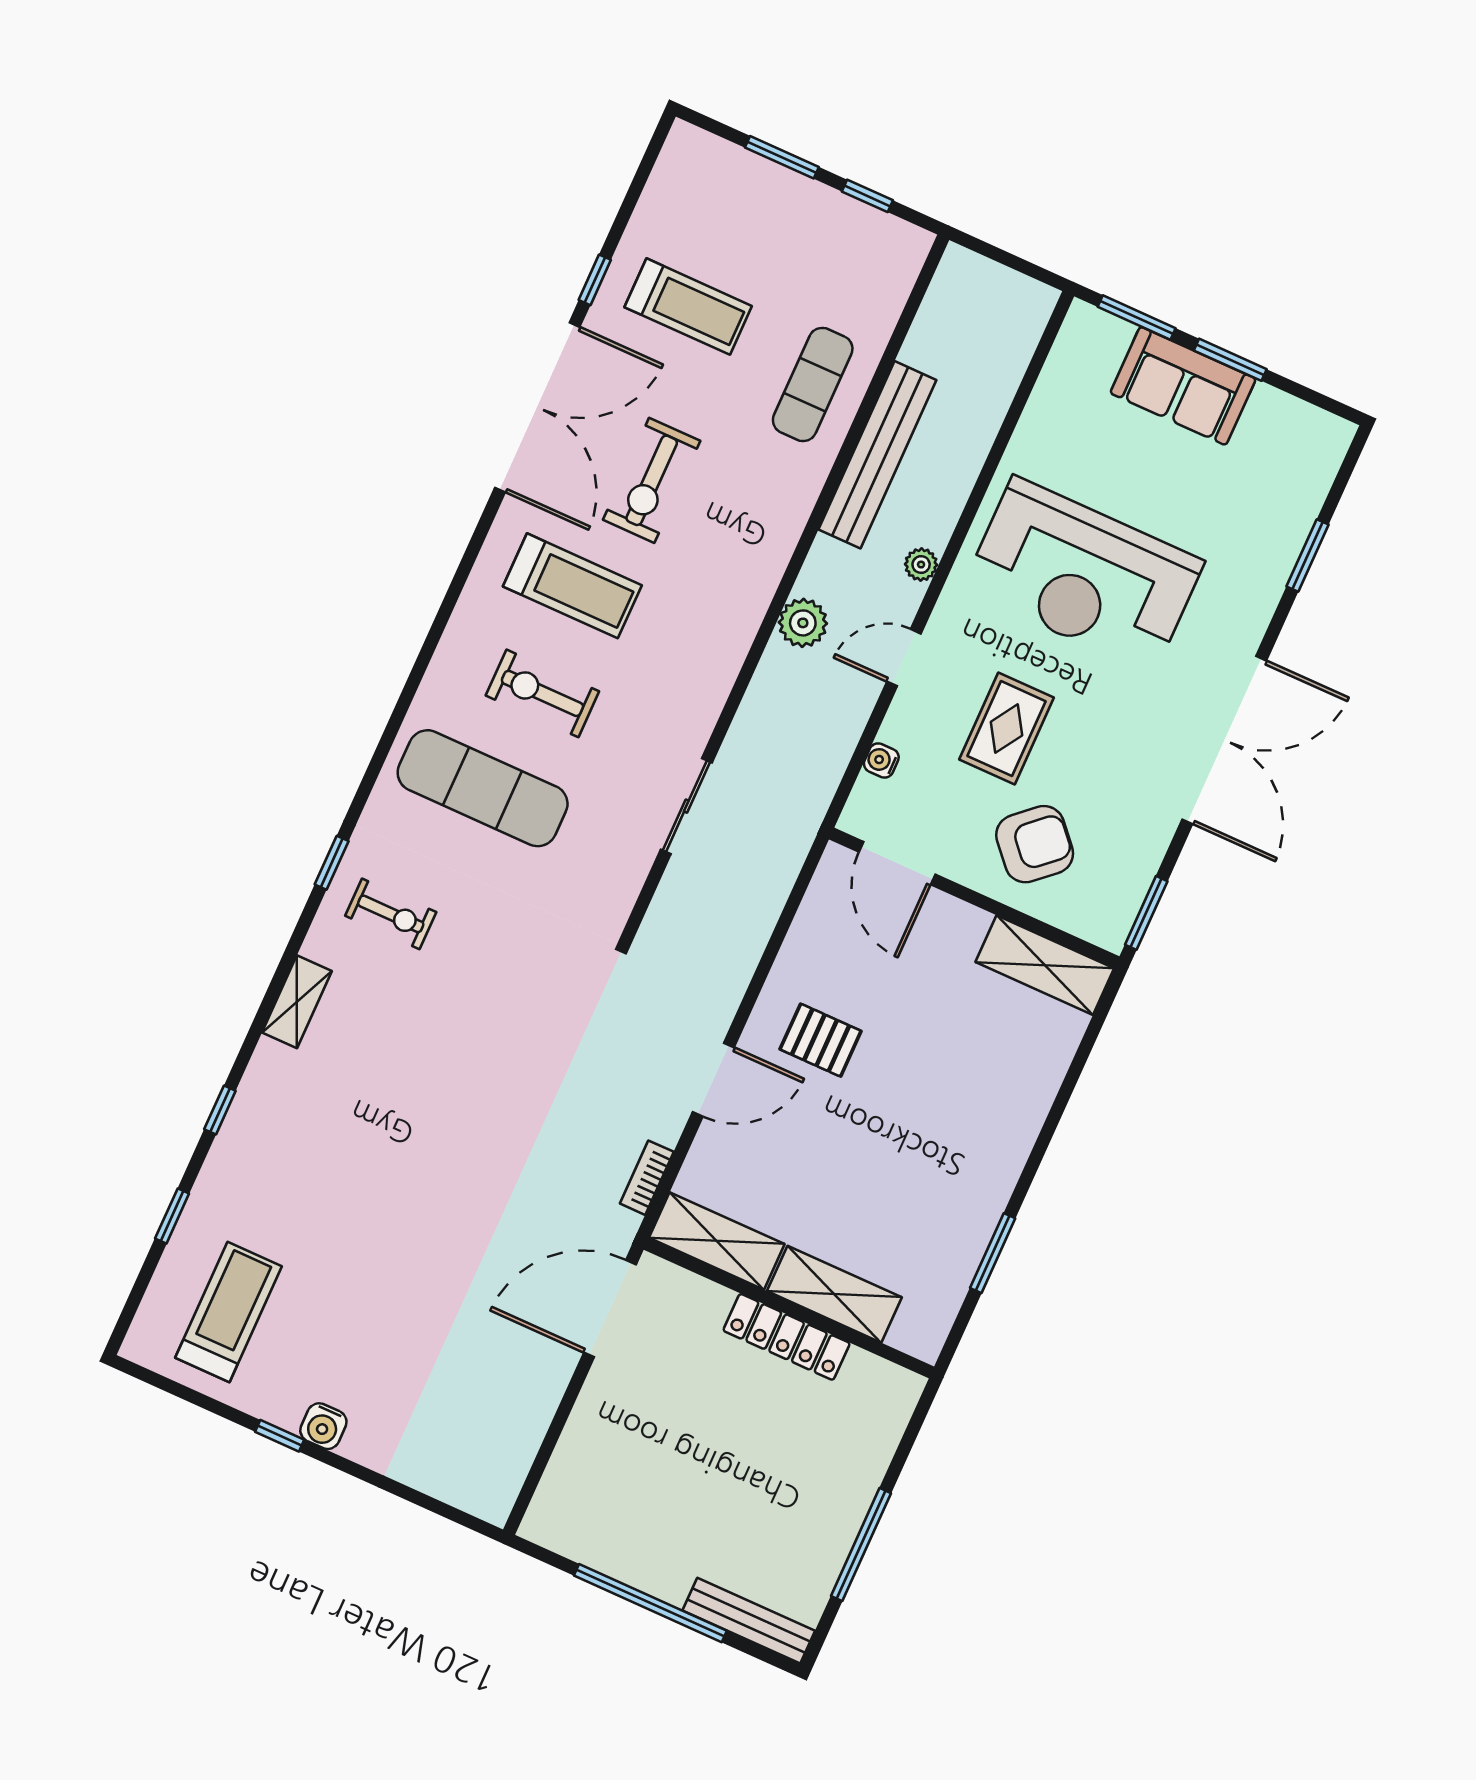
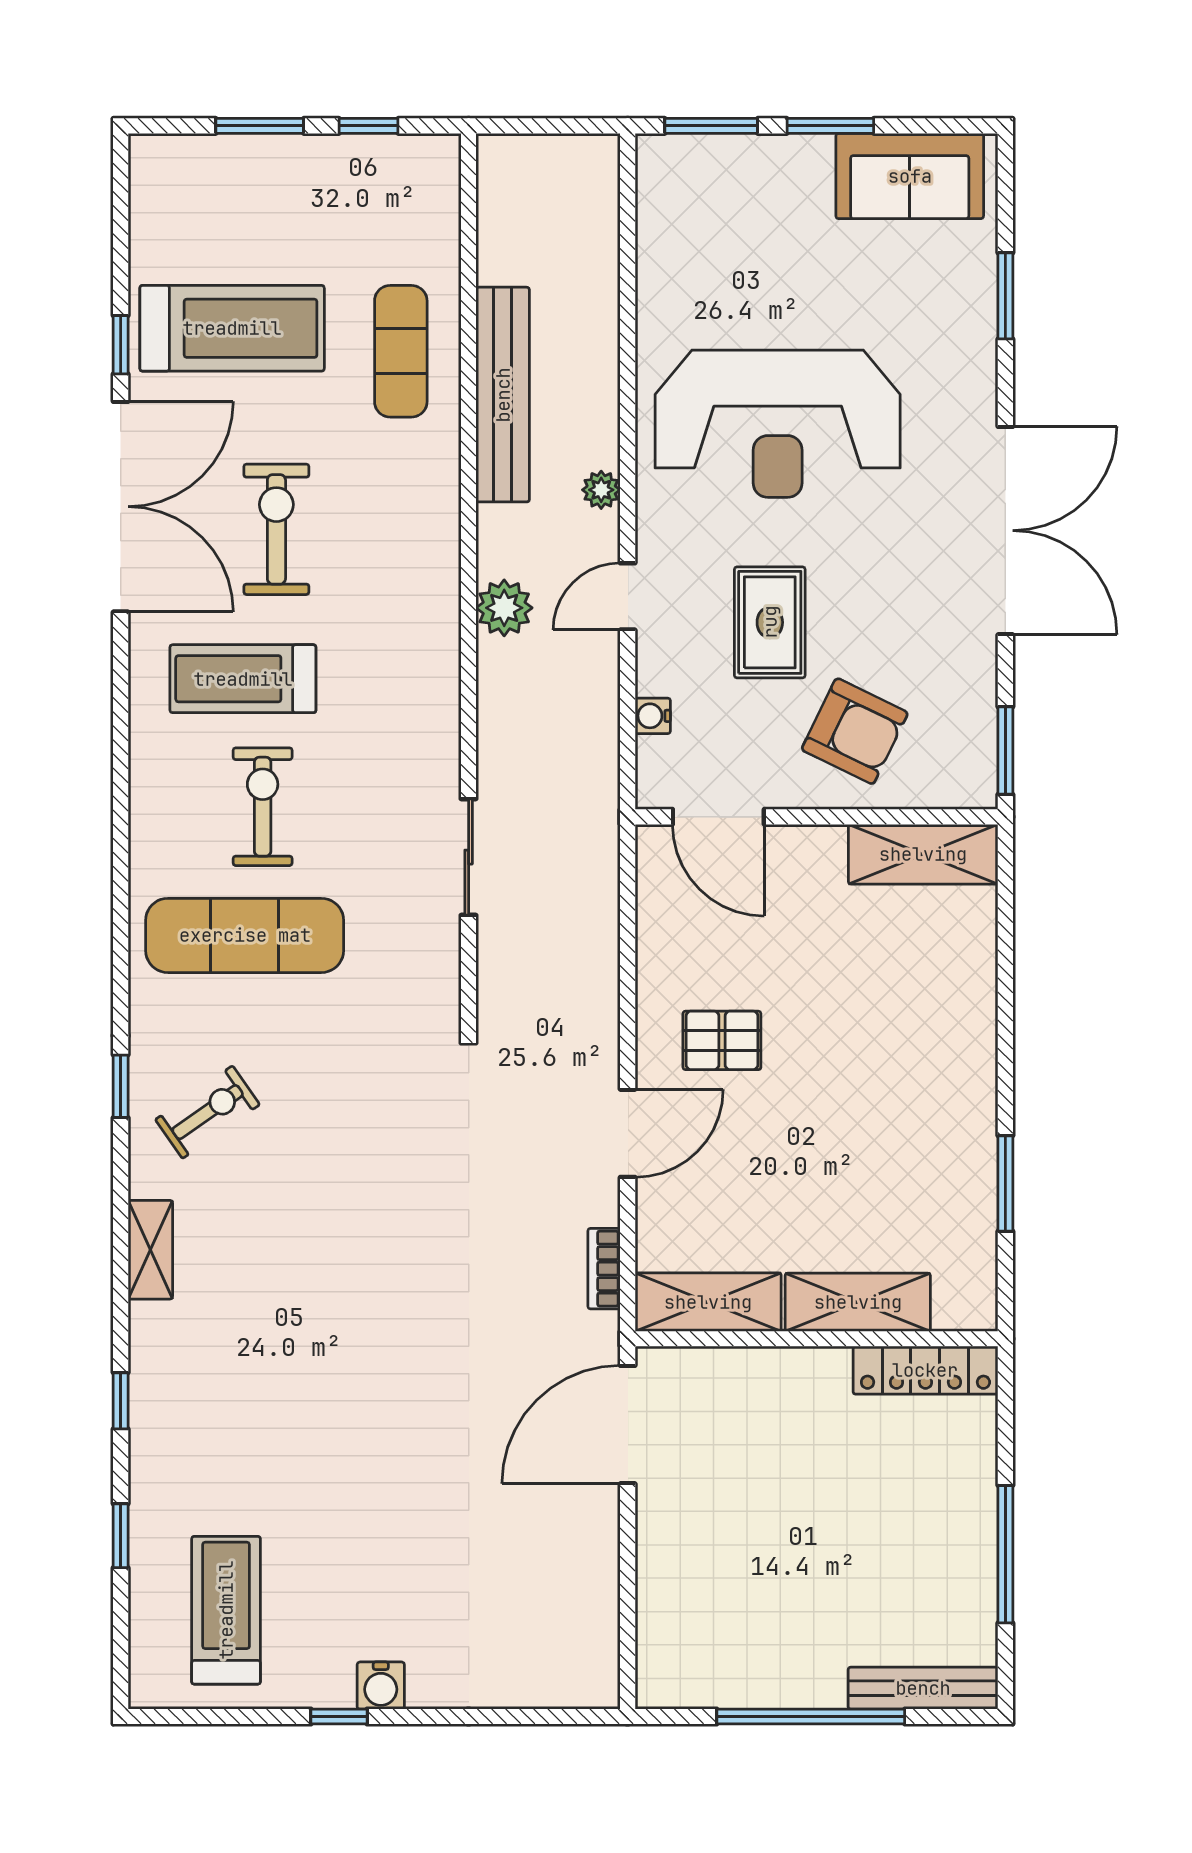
treadmill: (688, 307) -> (232, 328), width x1.37, depth x1.38
sofa: (1183, 386) -> (910, 176), moved
exercise bike: (652, 480) -> (276, 529), turned 180
treadmill: (572, 586) -> (243, 679), turned 180
exercise bike: (542, 693) -> (263, 807), turned 90
armchair: (1035, 844) -> (855, 731), turned 68
exercise bike: (391, 914) -> (208, 1112), turned -35
locker: (787, 1337) -> (925, 1370), moved

